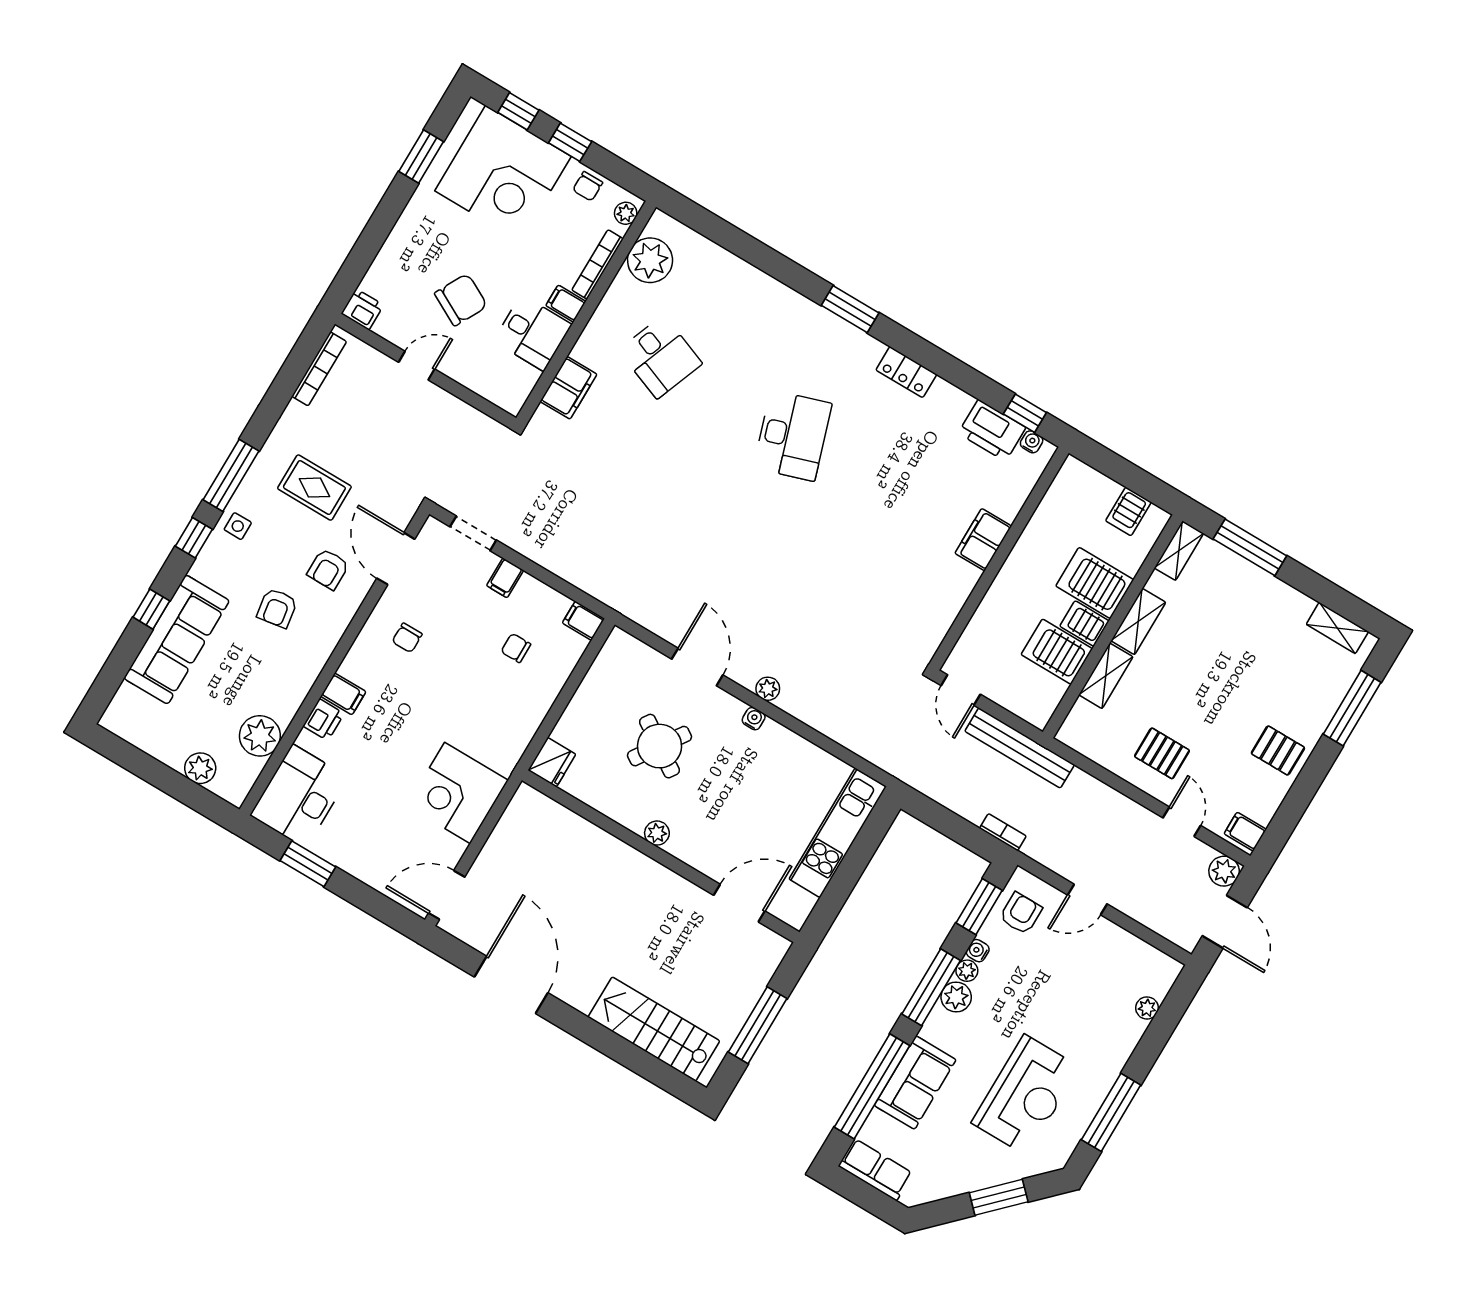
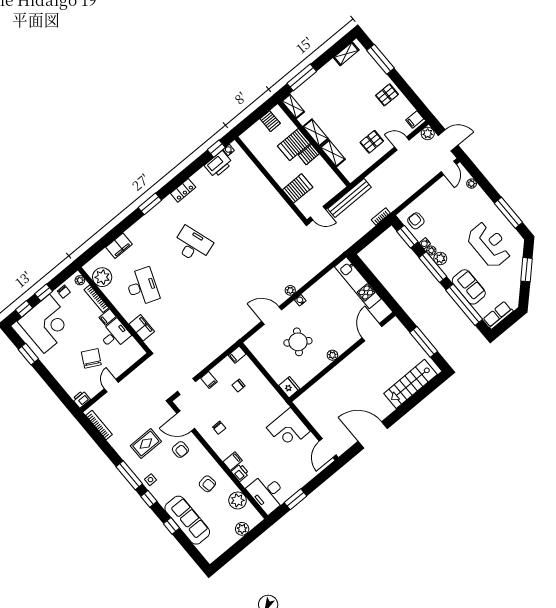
desk: (660, 357) -> (142, 287), width x1.37
filing cabinet: (983, 540) -> (119, 246), moved, turned -90
armchair: (277, 608) -> (207, 484), moved
server rack: (1057, 652) -> (298, 188), moved, turned 180
door: (1087, 899) -> (449, 168), moved

